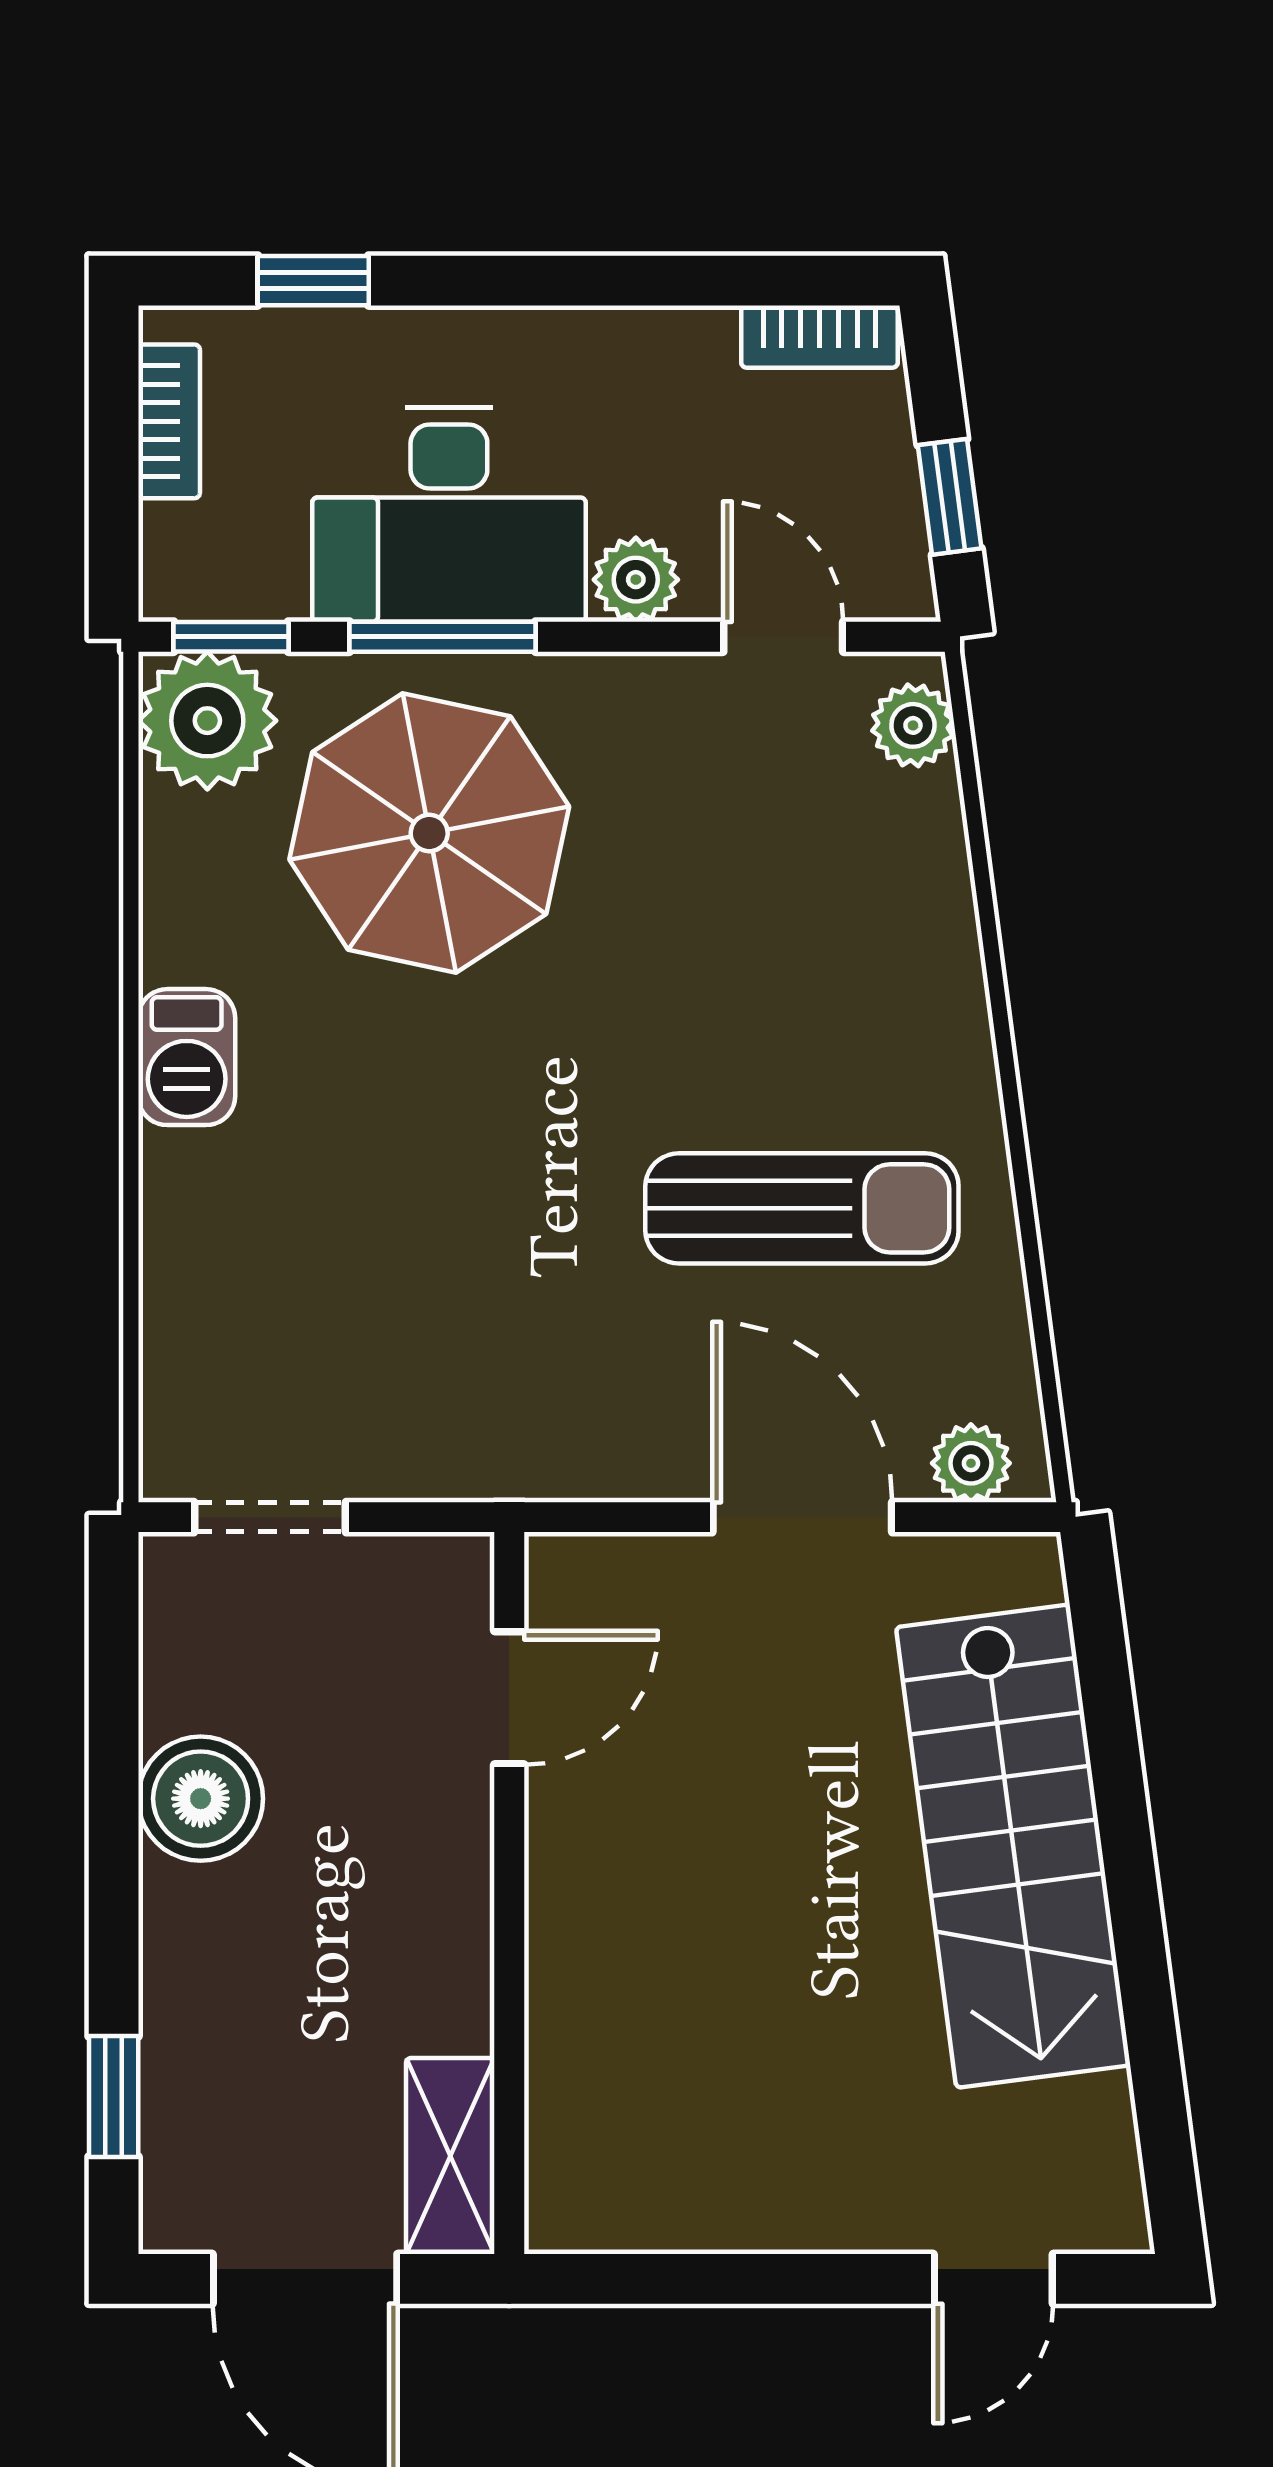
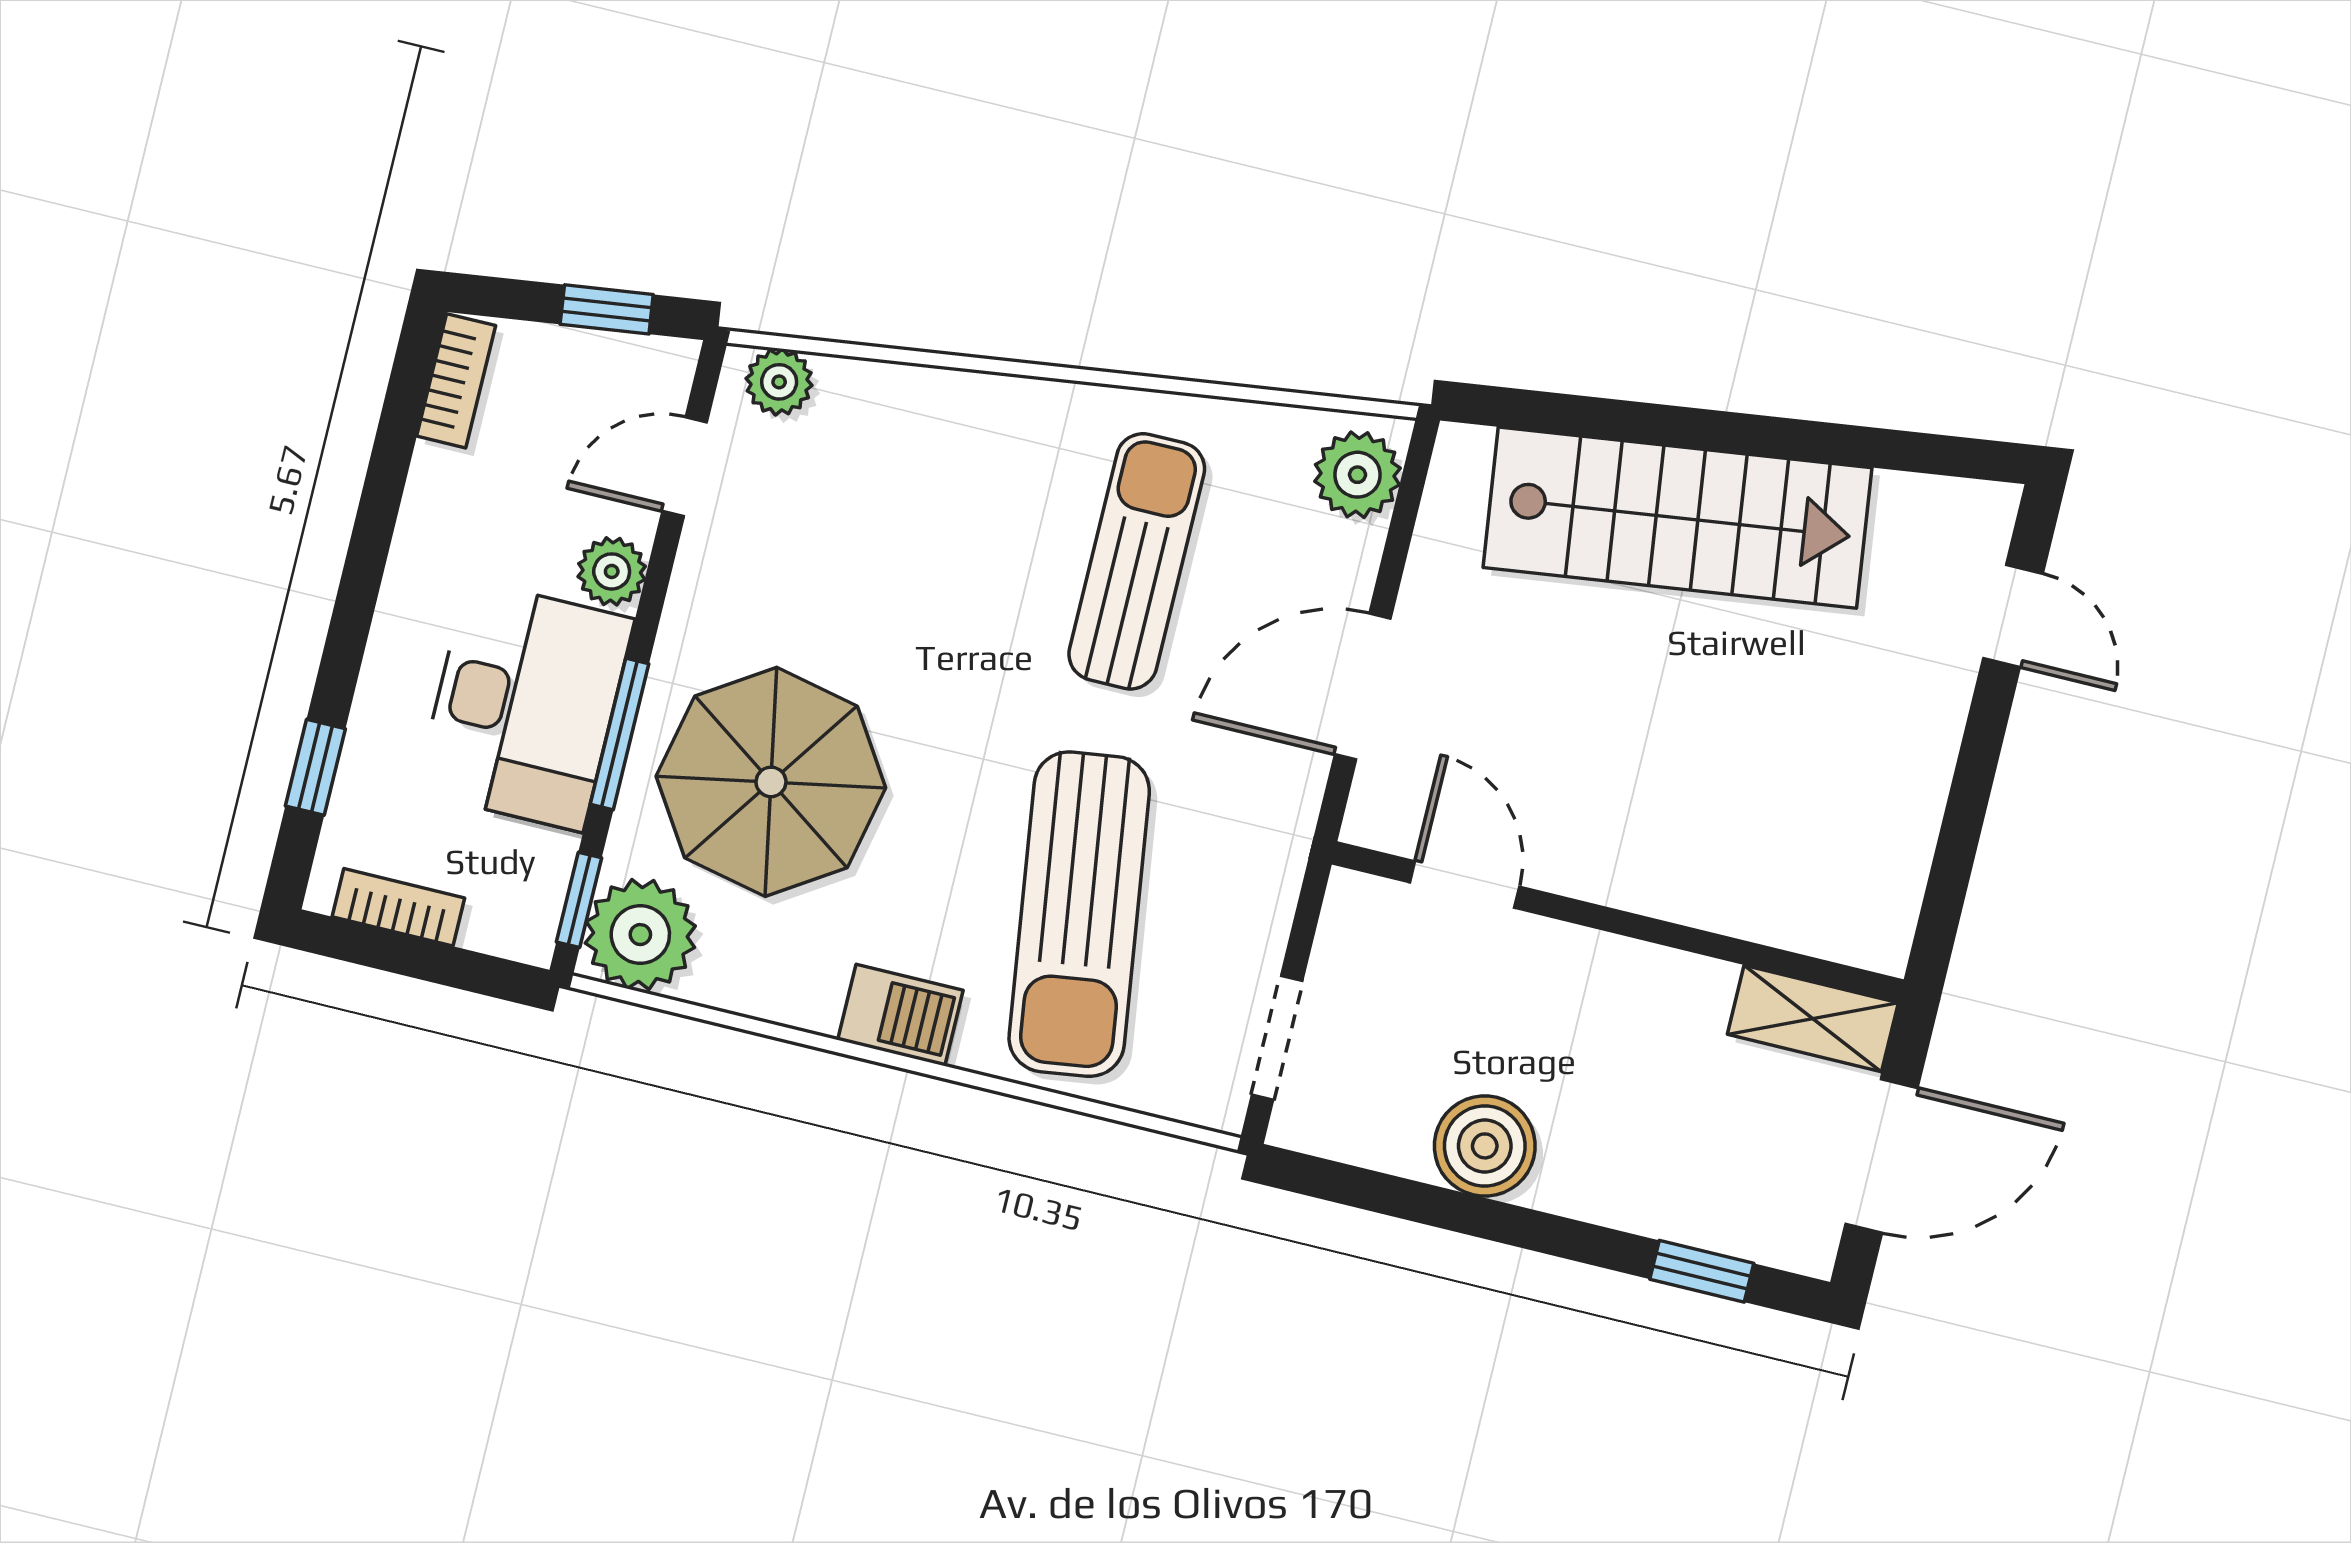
sun lounger: (361, 1243) -> (1079, 914), added
plant: (971, 1463) -> (1357, 475), width x1.38, depth x1.38
door: (802, 1517) -> (1363, 686), moved

